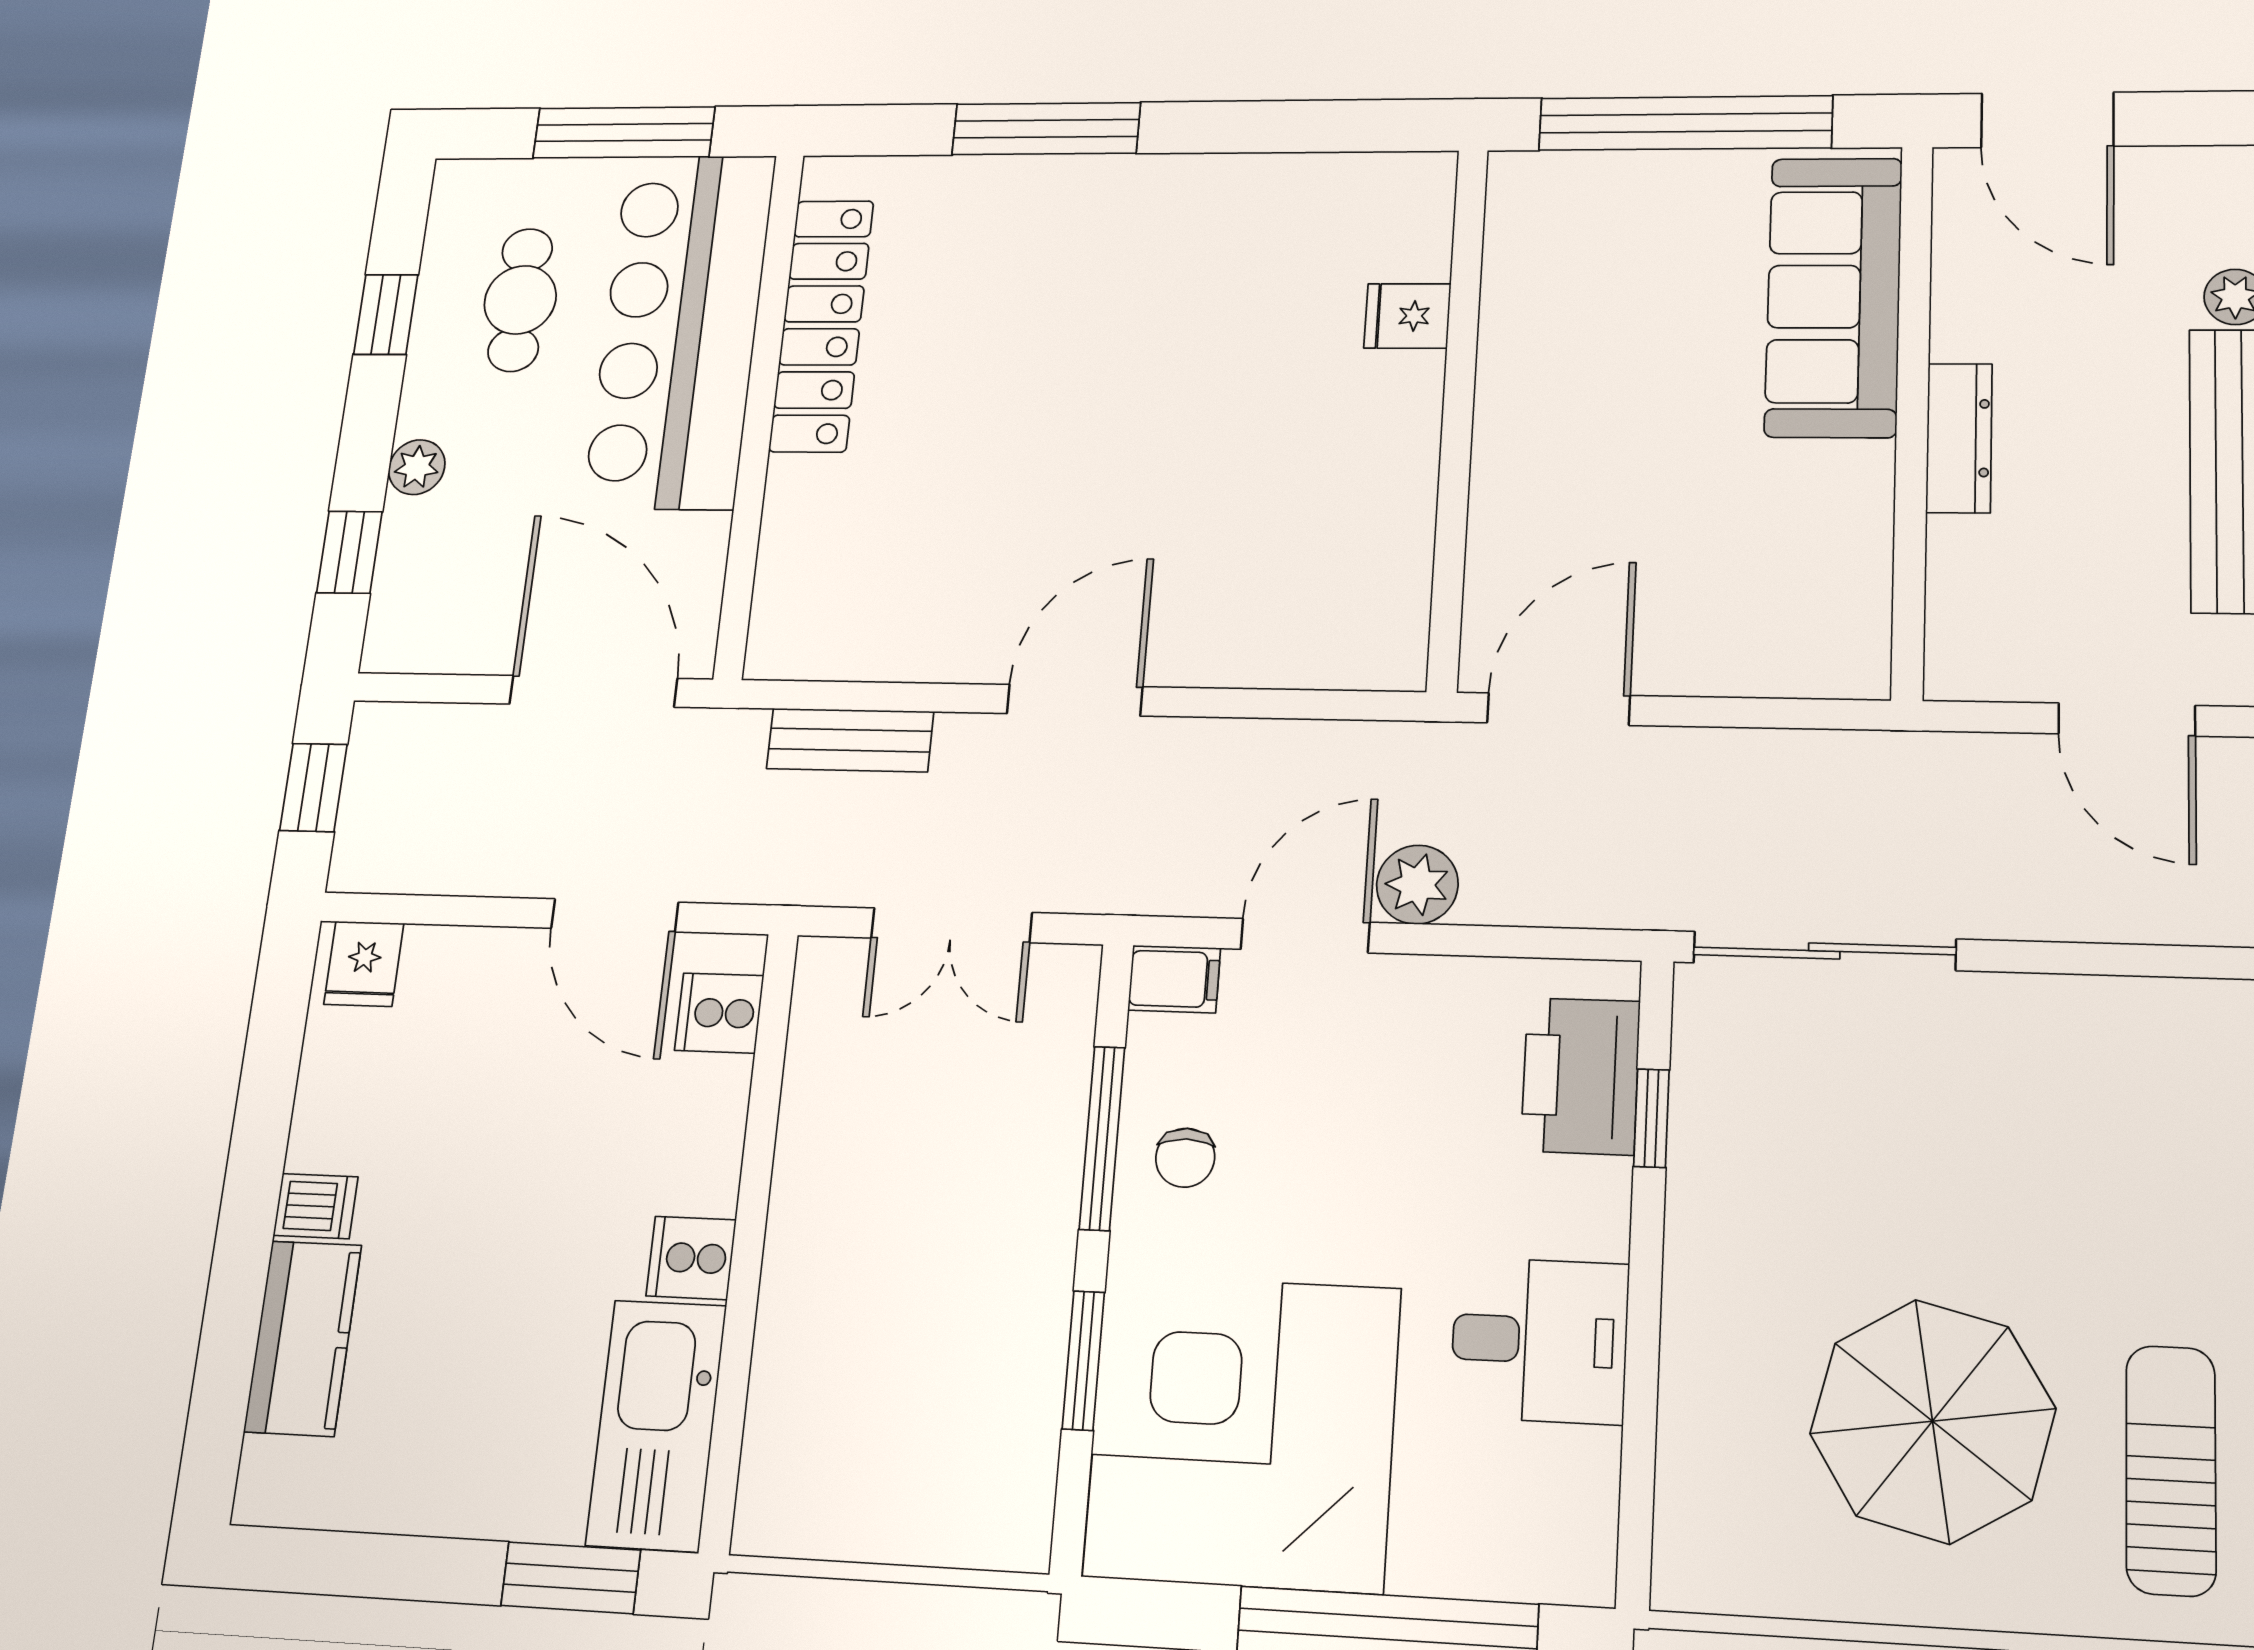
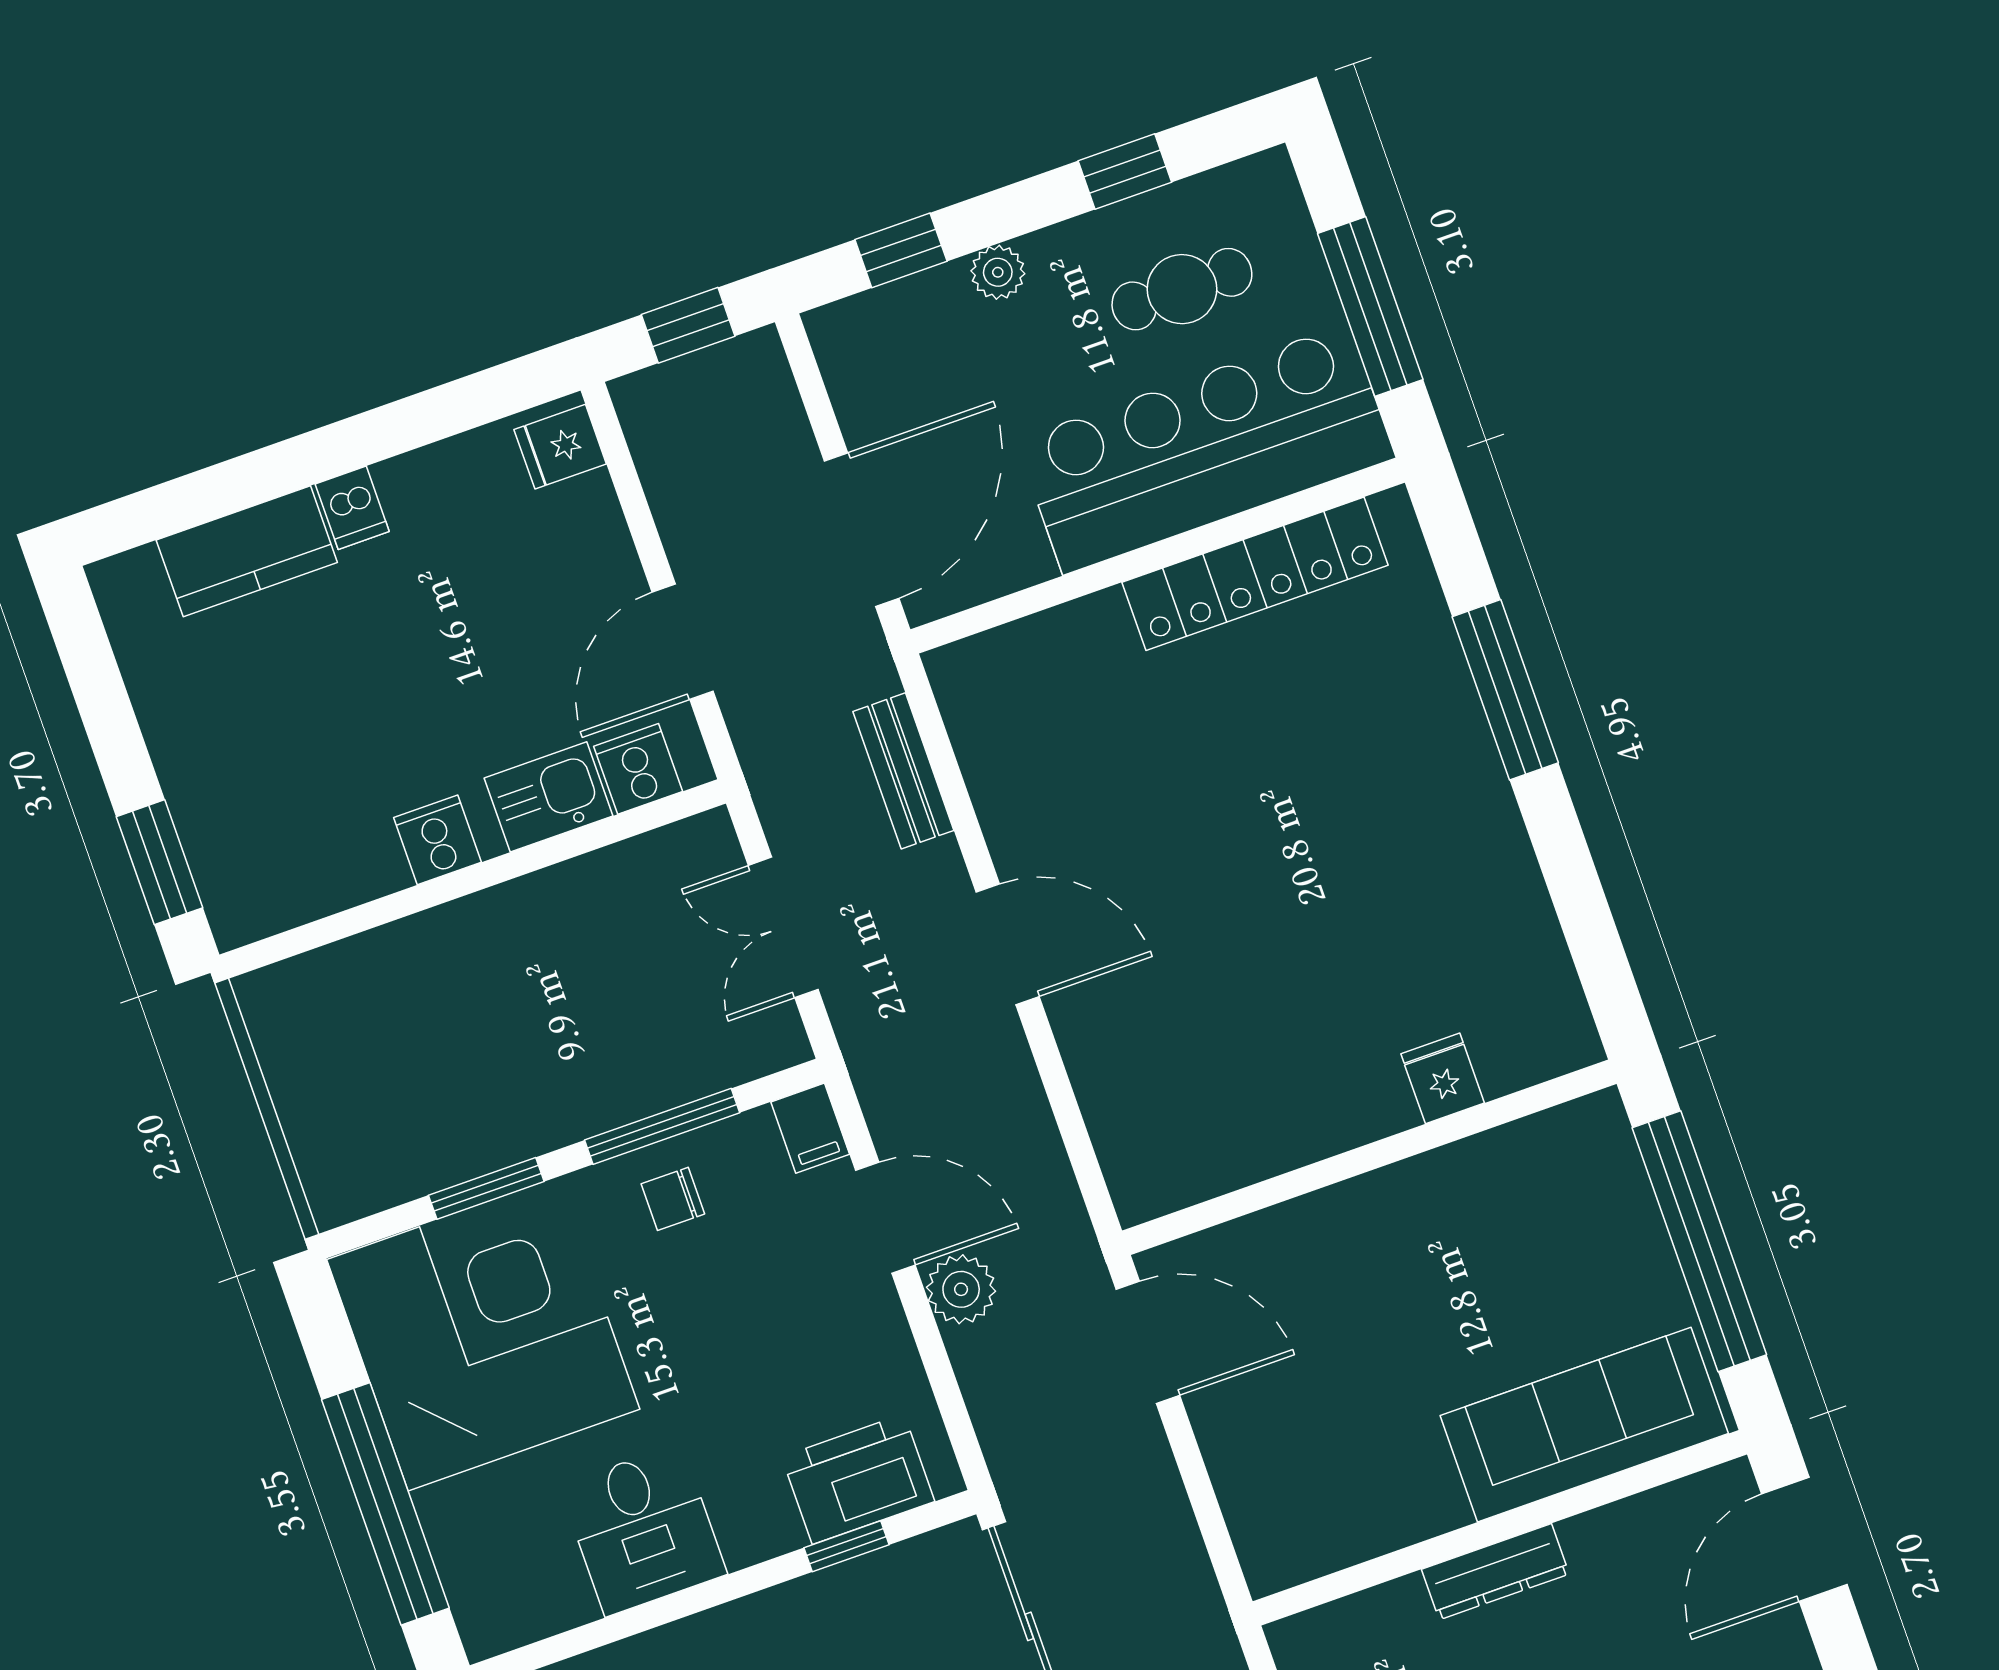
kitchen sink: (656, 1425) -> (549, 797), moved, width x0.53, depth x0.81

